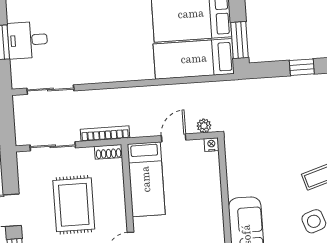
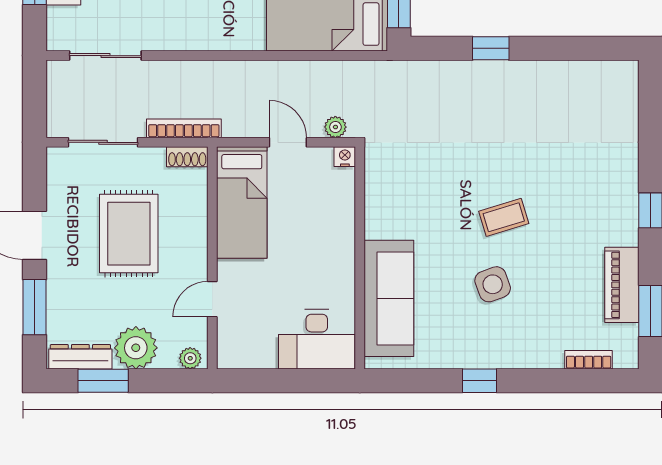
door: (174, 138) -> (288, 142), hinge flipped

